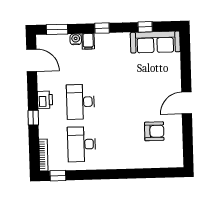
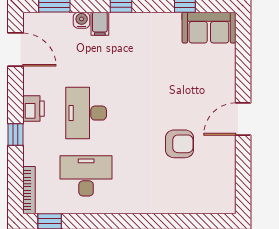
sofa: (155, 42) -> (209, 28), width x0.73
armchair: (154, 131) -> (179, 144), moved
desk: (82, 144) -> (86, 176), turned 90

